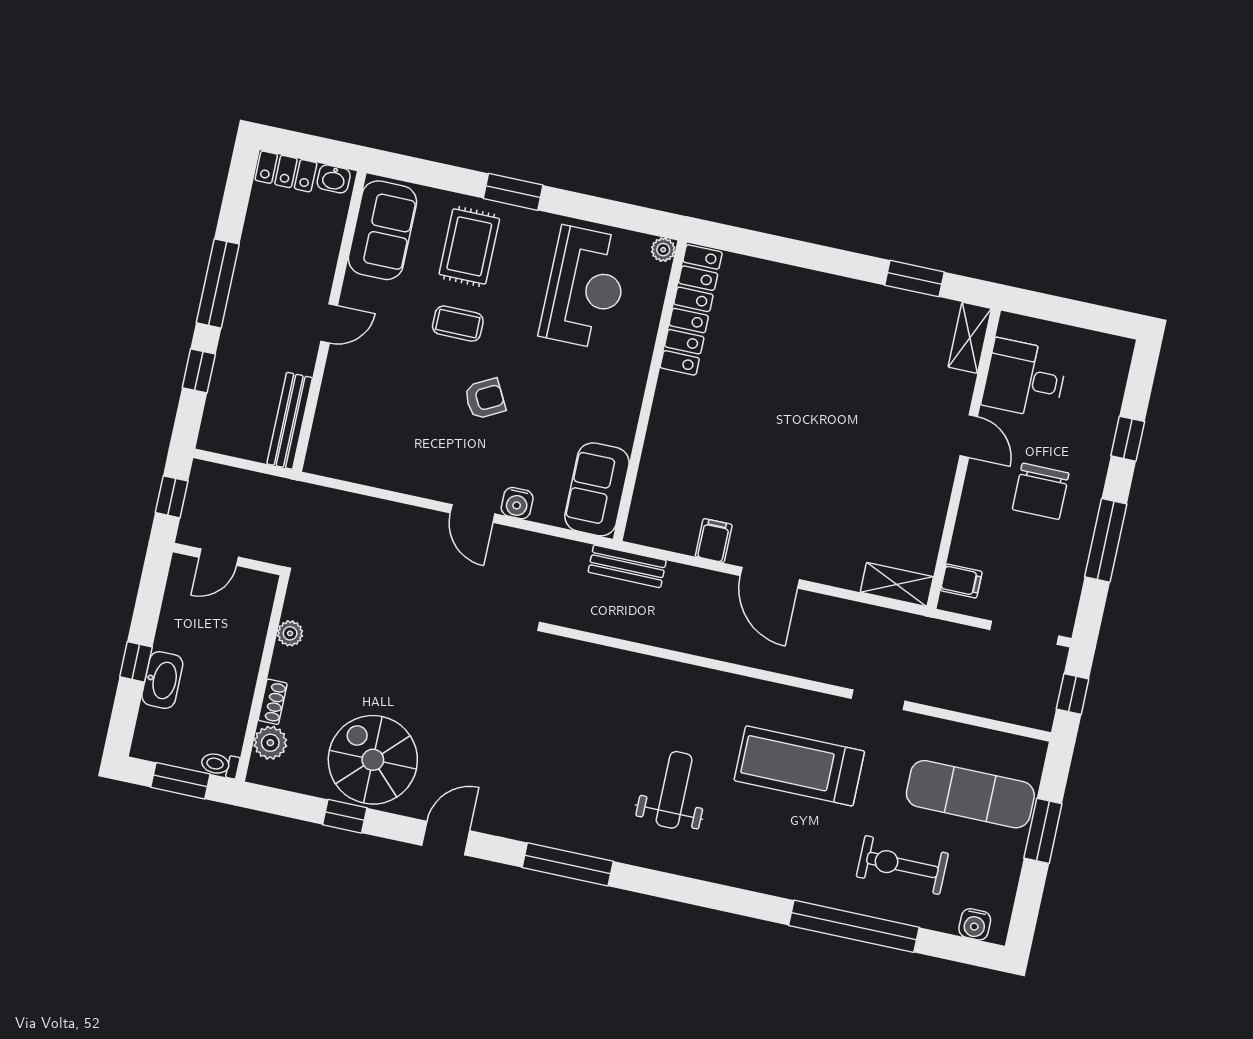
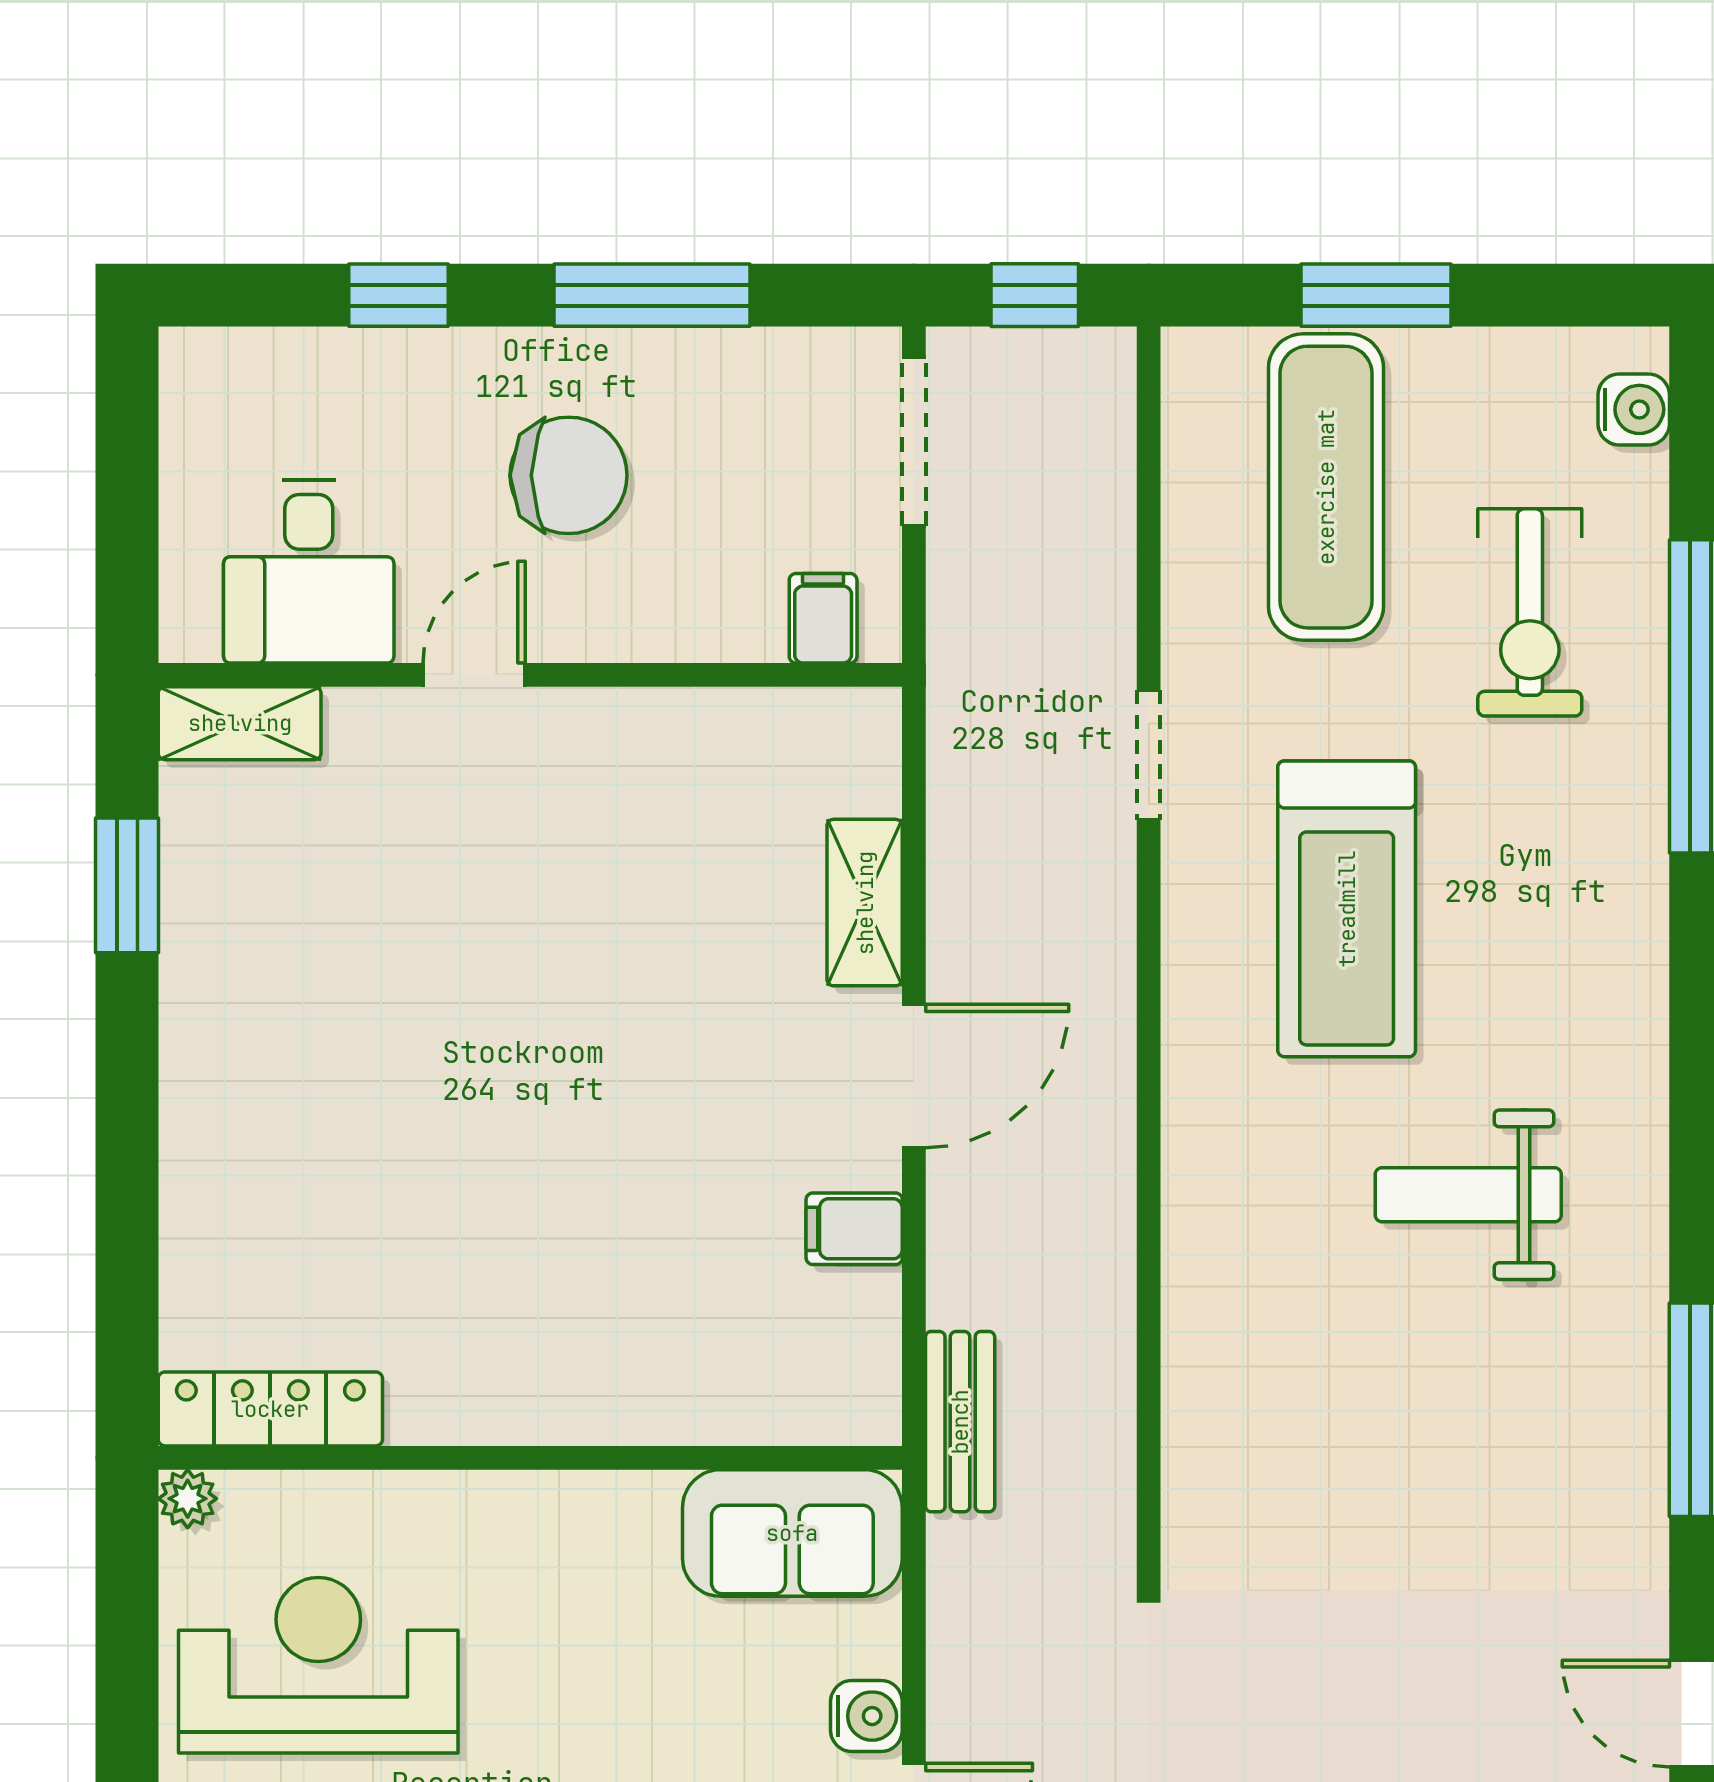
locker: (691, 310) -> (270, 1409), width x0.71, depth x0.83
shelving: (897, 584) -> (865, 903), moved

